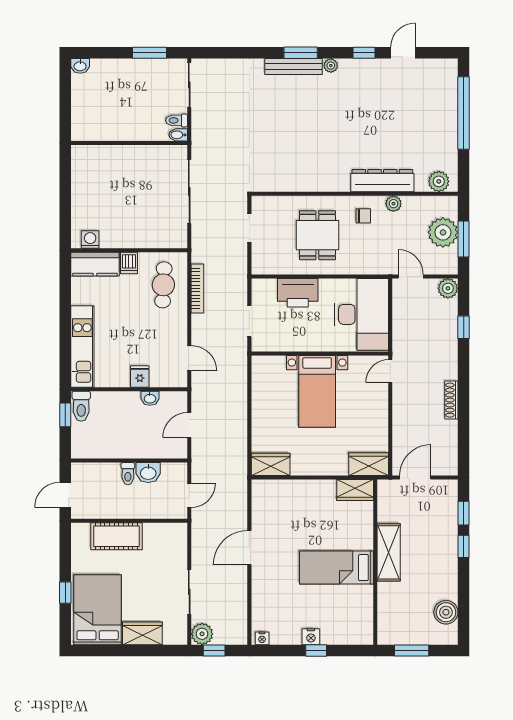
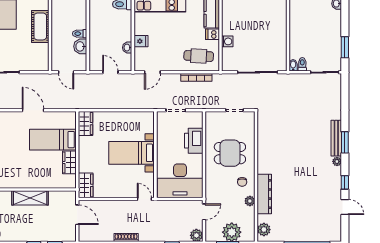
washing machine: (90, 239) -> (227, 41), moved
wardrobe: (355, 490) -> (69, 162), moved
bed: (336, 568) -> (53, 140), moved, turned -90

